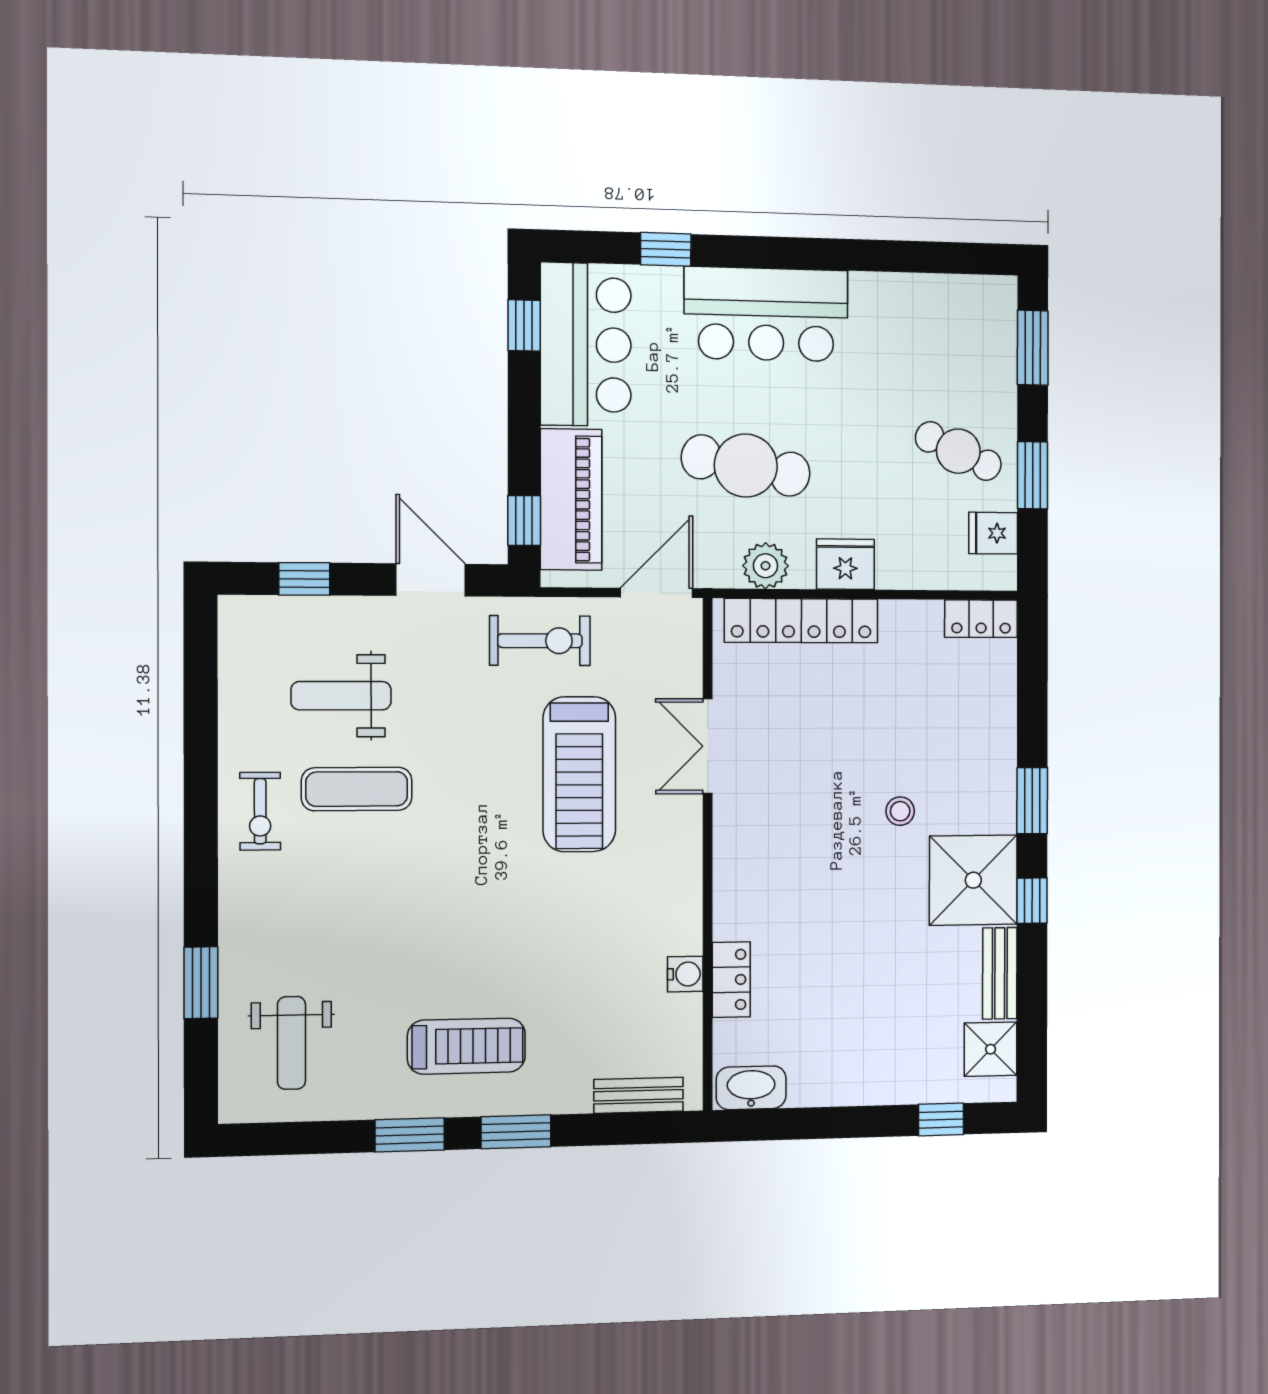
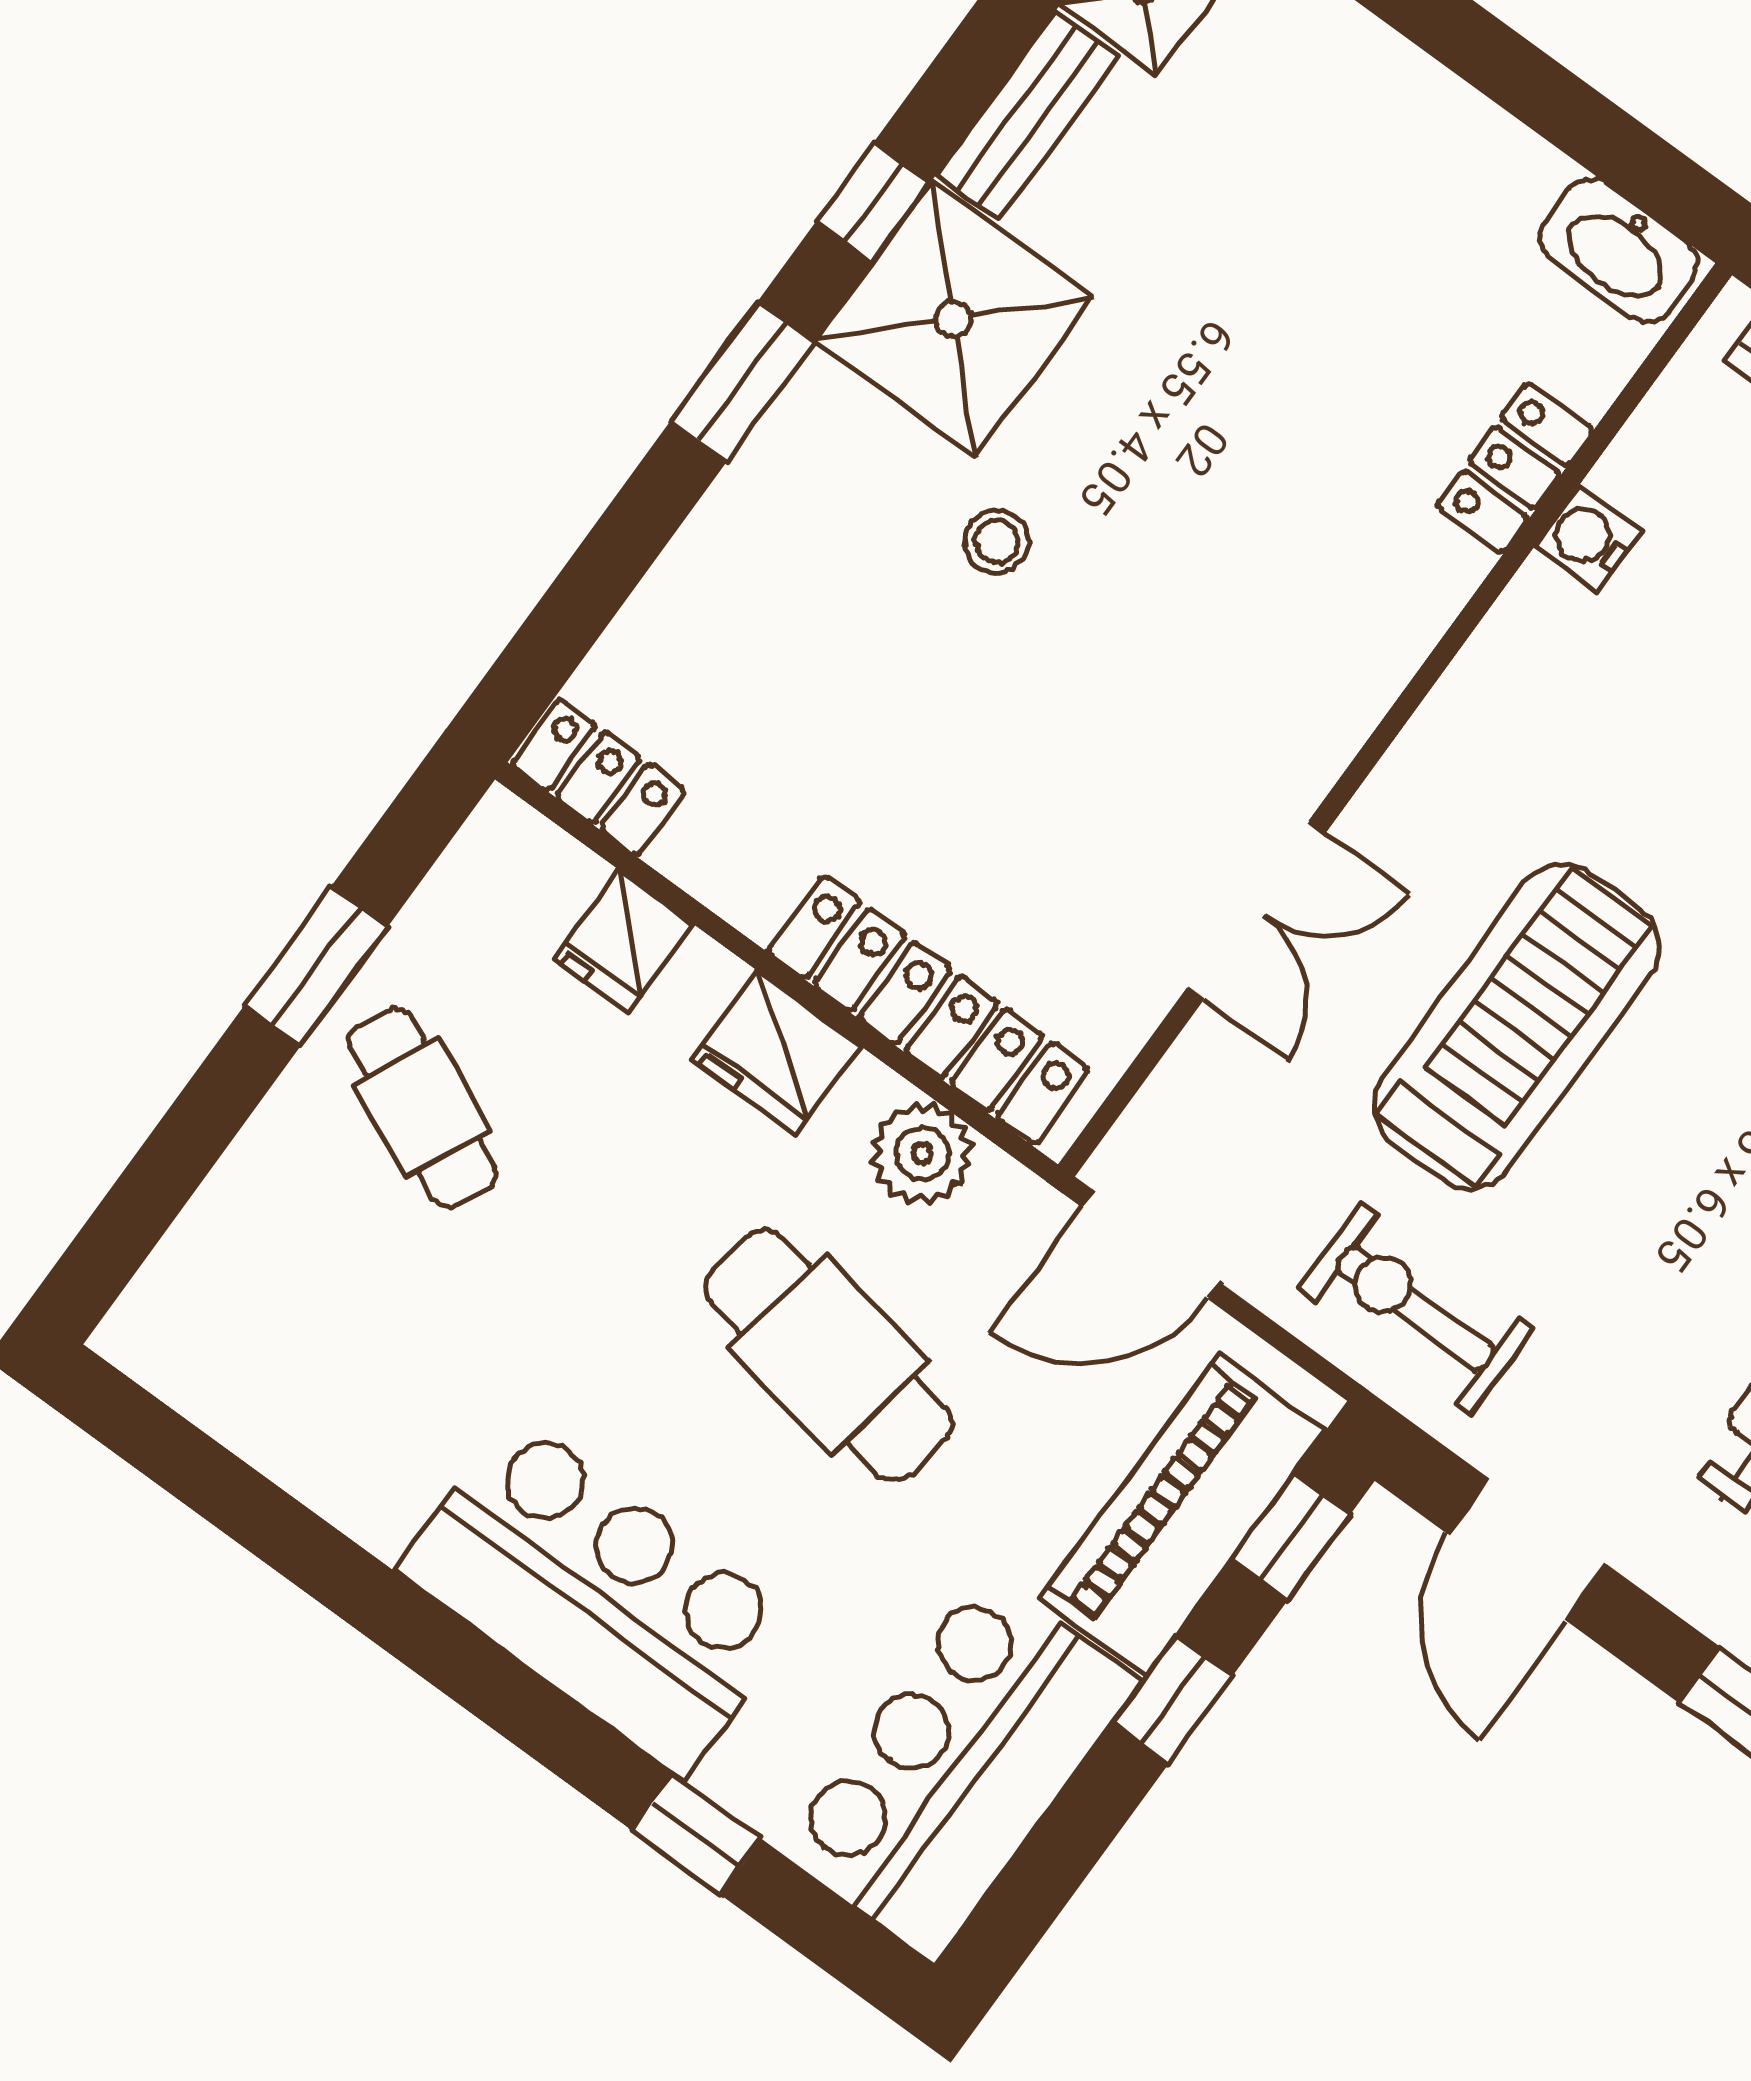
window: (524, 325) -> (1172, 1700), moved
window: (1033, 348) -> (149, 1195), removed
fridge: (993, 533) -> (624, 941), moved, turned 90

